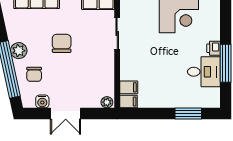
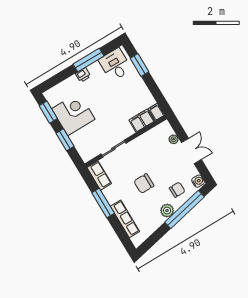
desk: (204, 72) -> (115, 65), moved
filing cabinet: (129, 87) -> (142, 121), width x2.00
water cooler: (42, 101) -> (198, 181), moved
plant: (107, 102) -> (174, 139), moved

